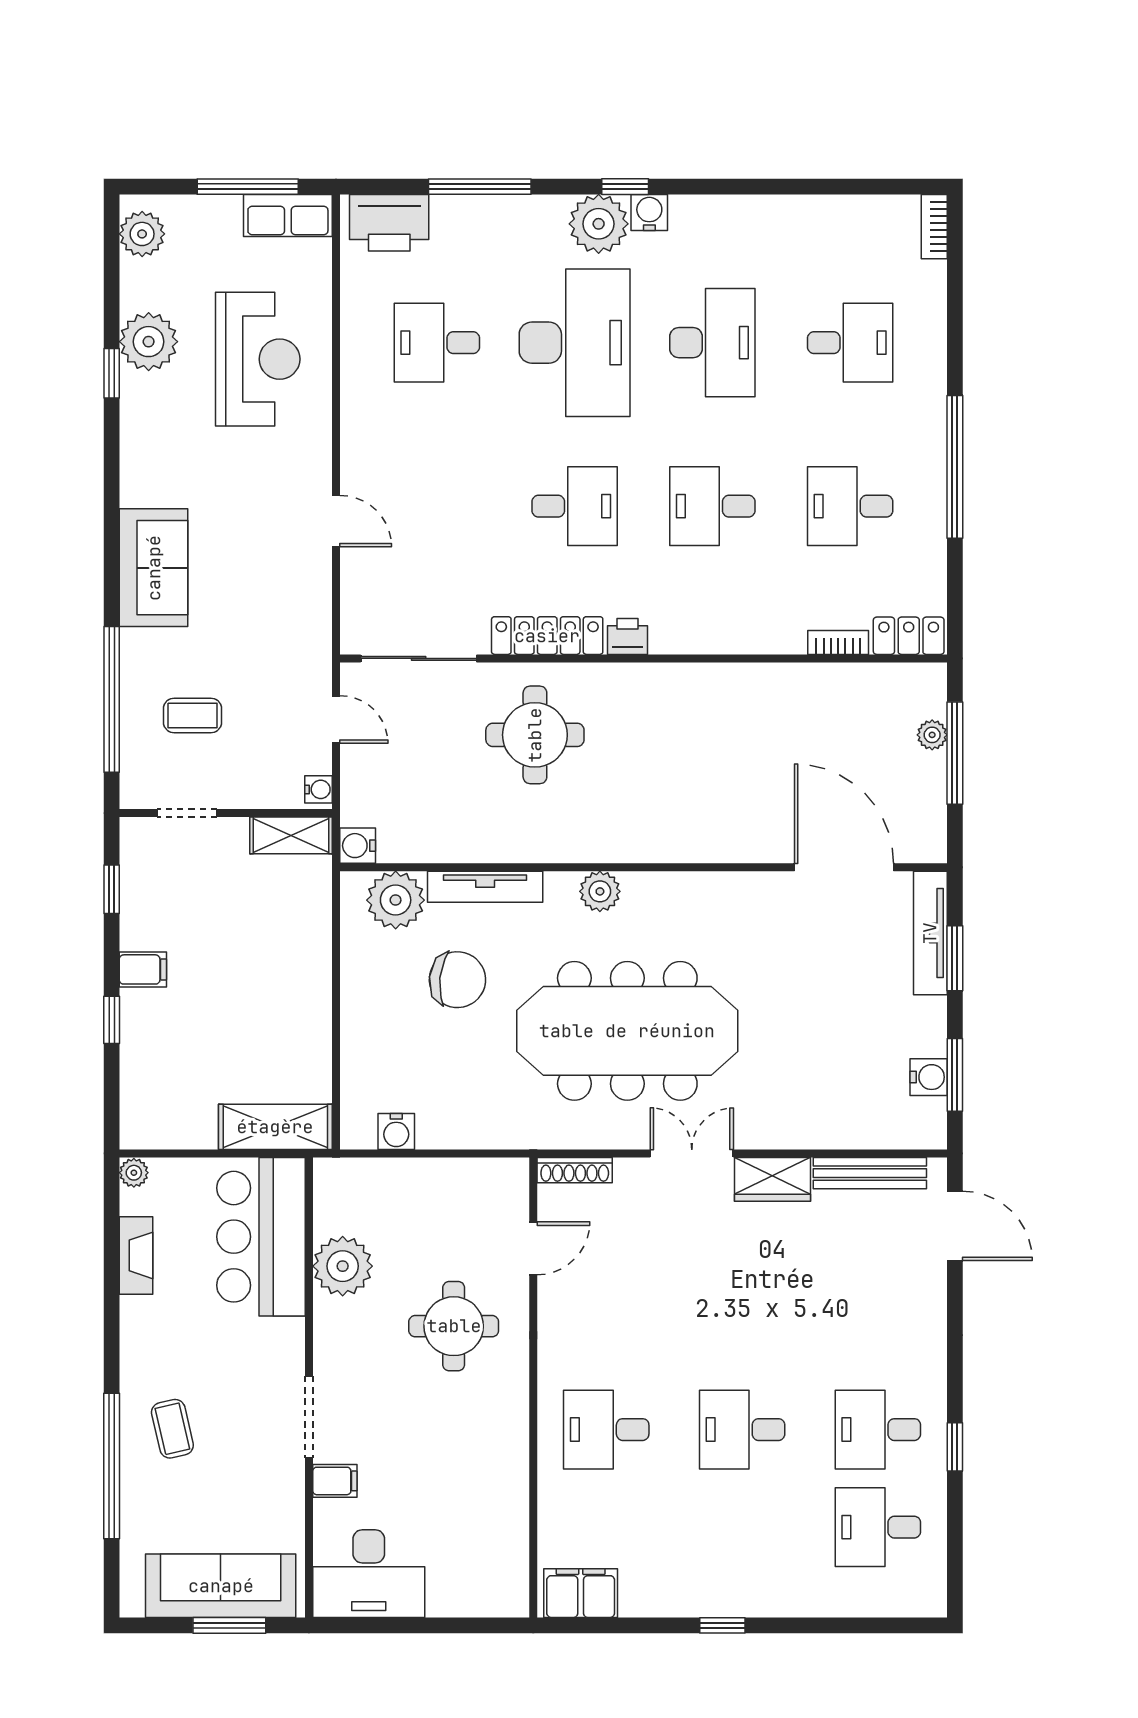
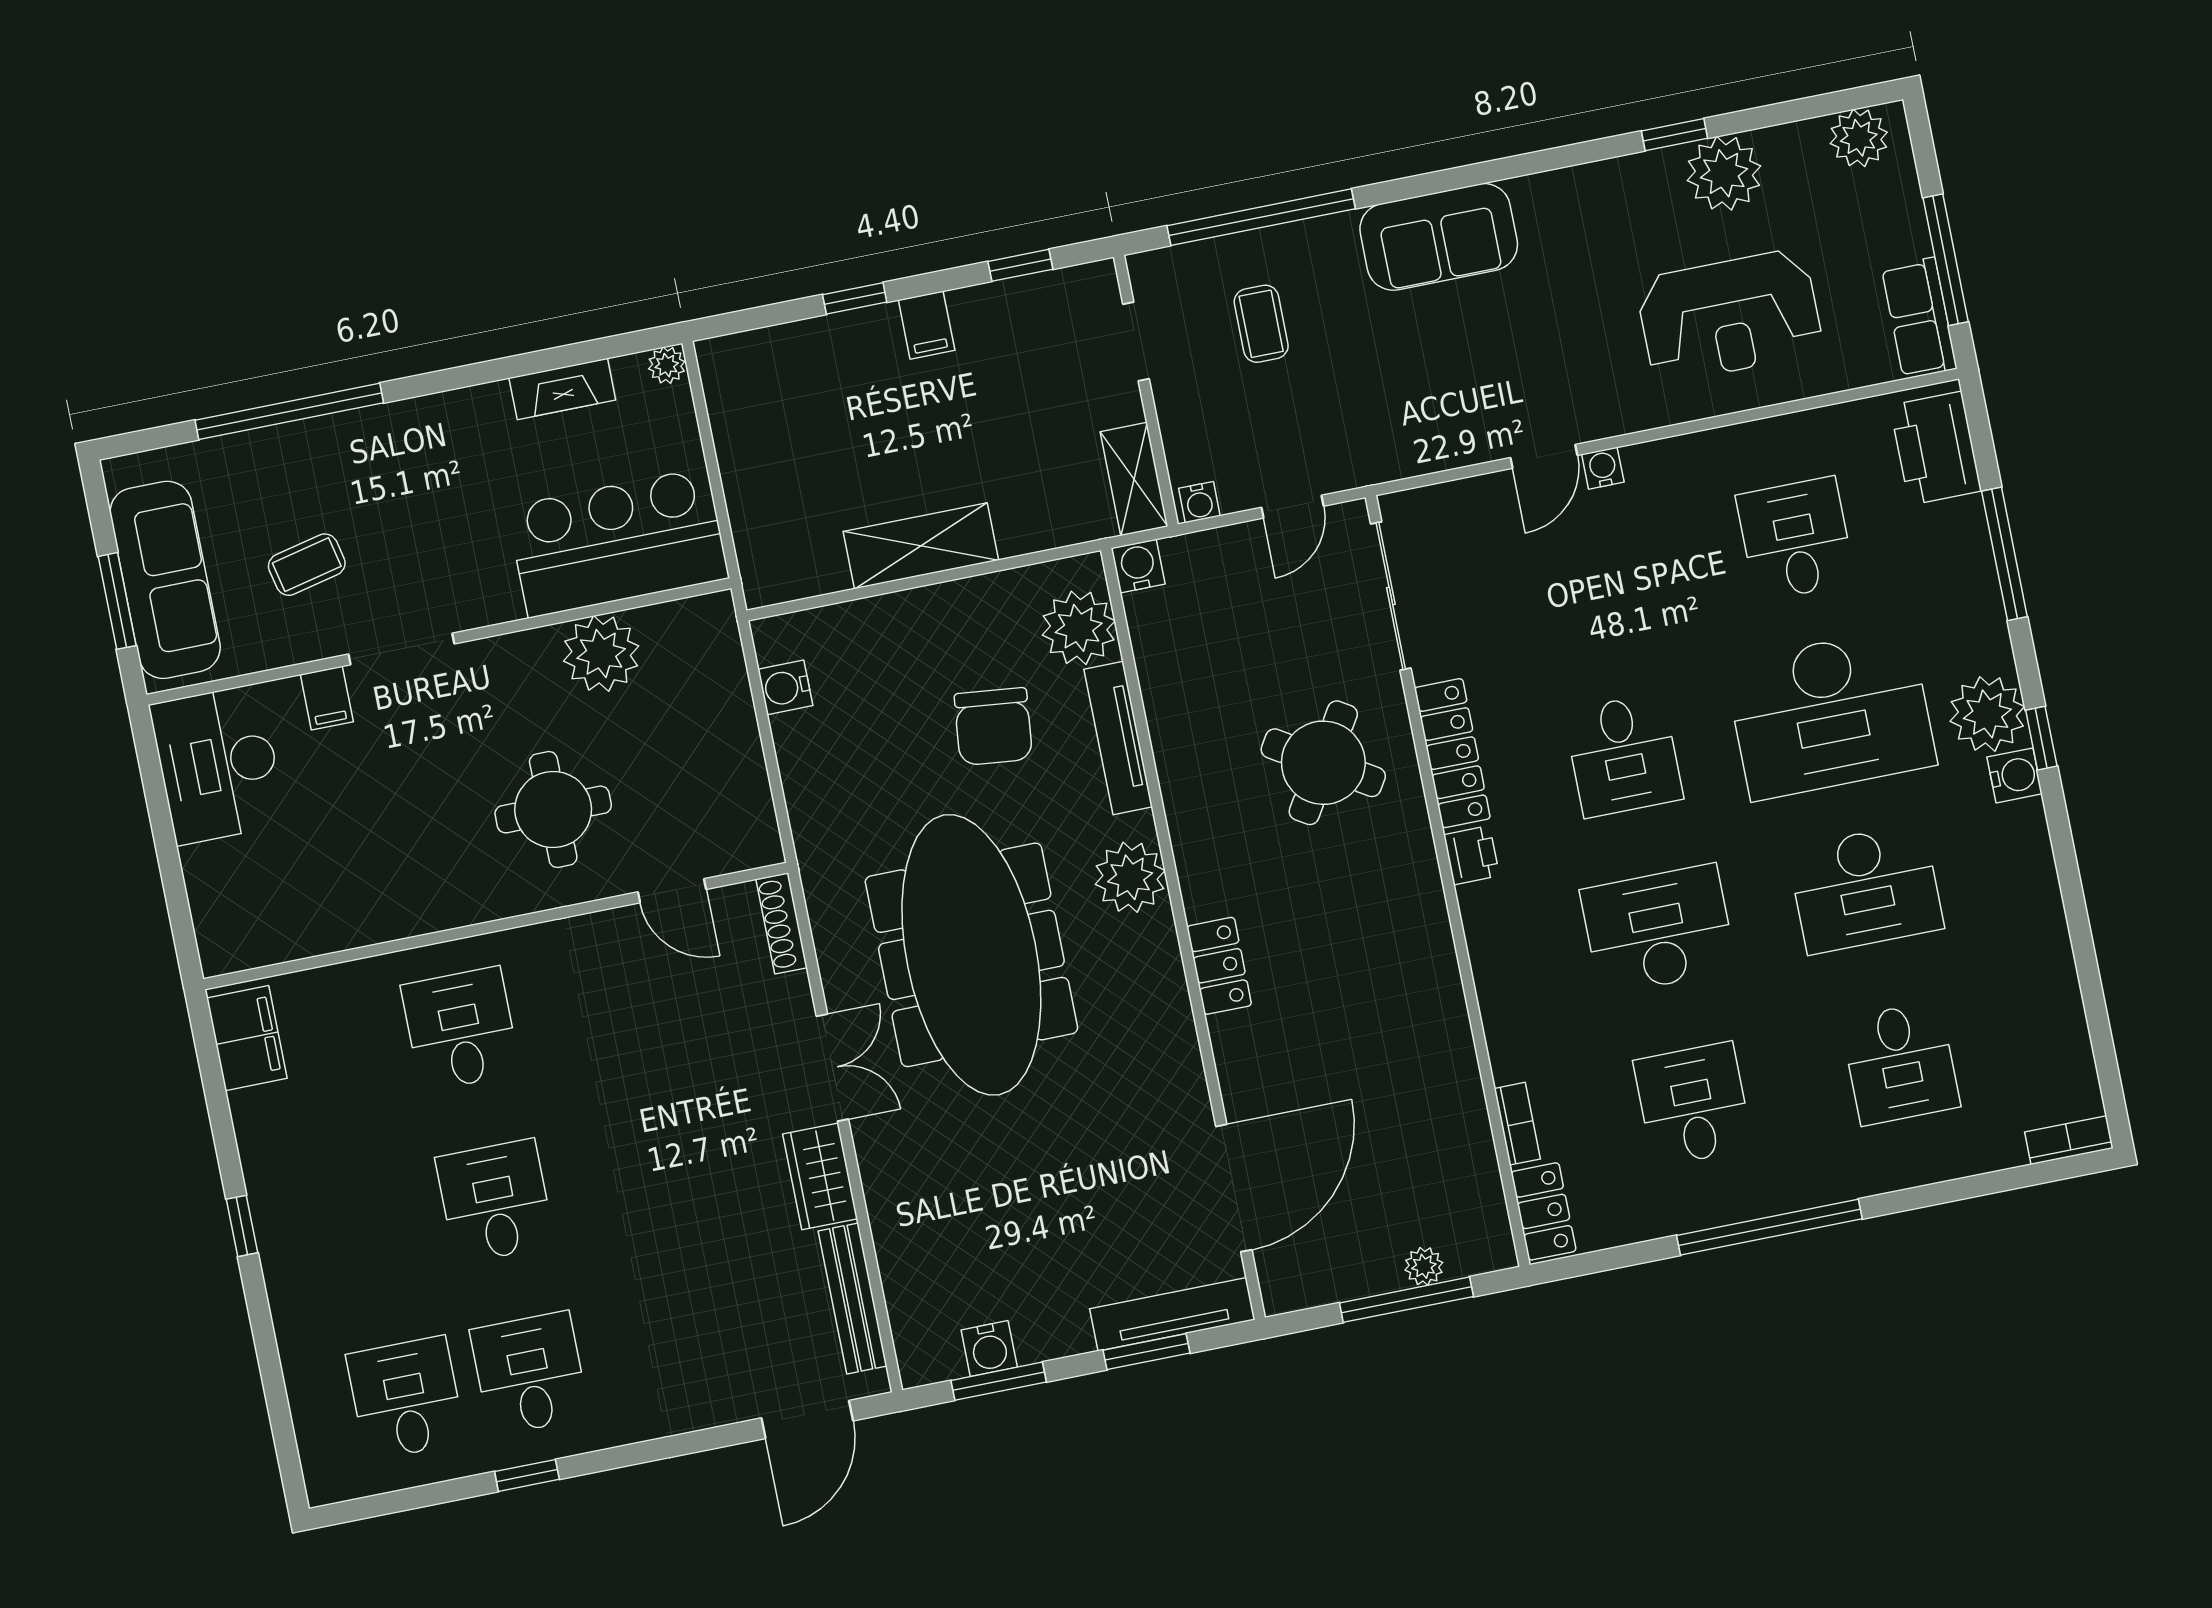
water cooler: (354, 478) -> (1603, 468), added
desk: (712, 506) -> (1658, 930), width x1.37
round table: (535, 735) -> (1323, 763), turned 32
locker: (673, 845) -> (1219, 966), added
plant: (600, 891) -> (1130, 877), width x1.36, depth x1.36
shelving: (275, 1127) -> (921, 546), moved, turned 90
coffee table: (172, 1429) -> (307, 565), moved

